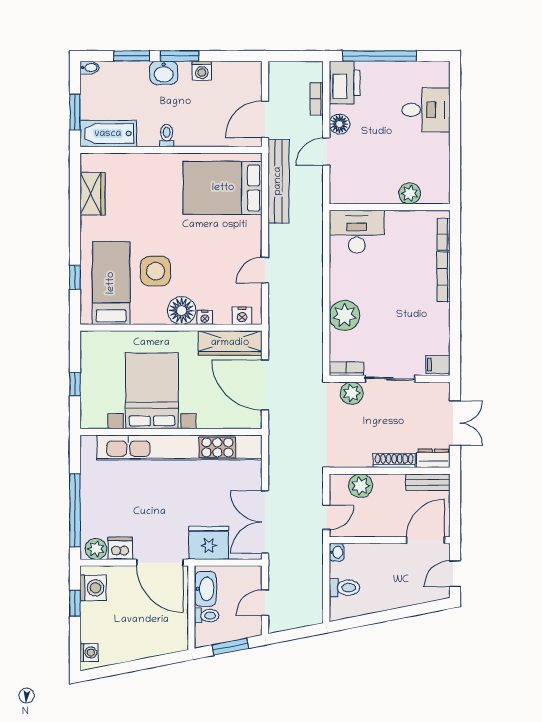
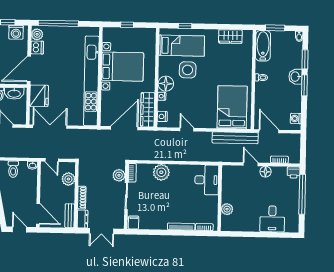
washing machine: (202, 71) -> (296, 118), moved
printer: (345, 82) -> (294, 172), width x0.53, depth x0.68

